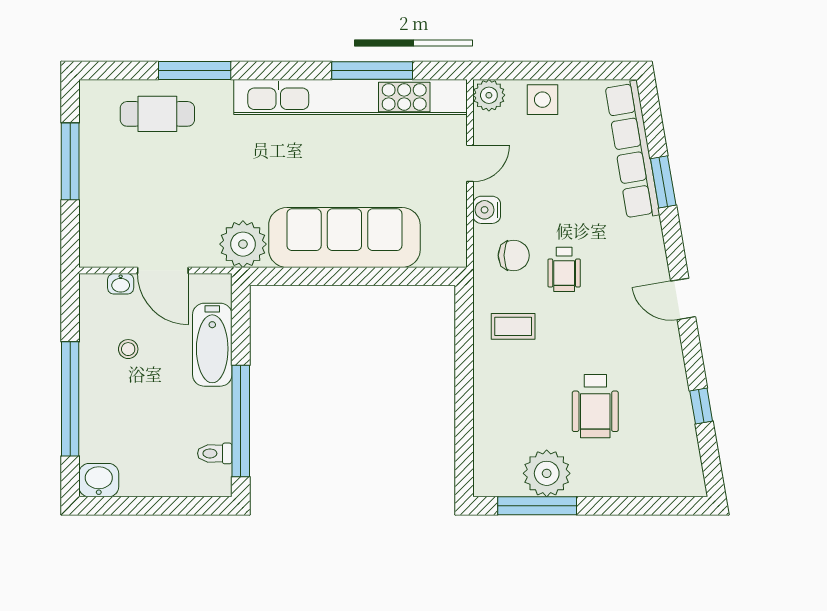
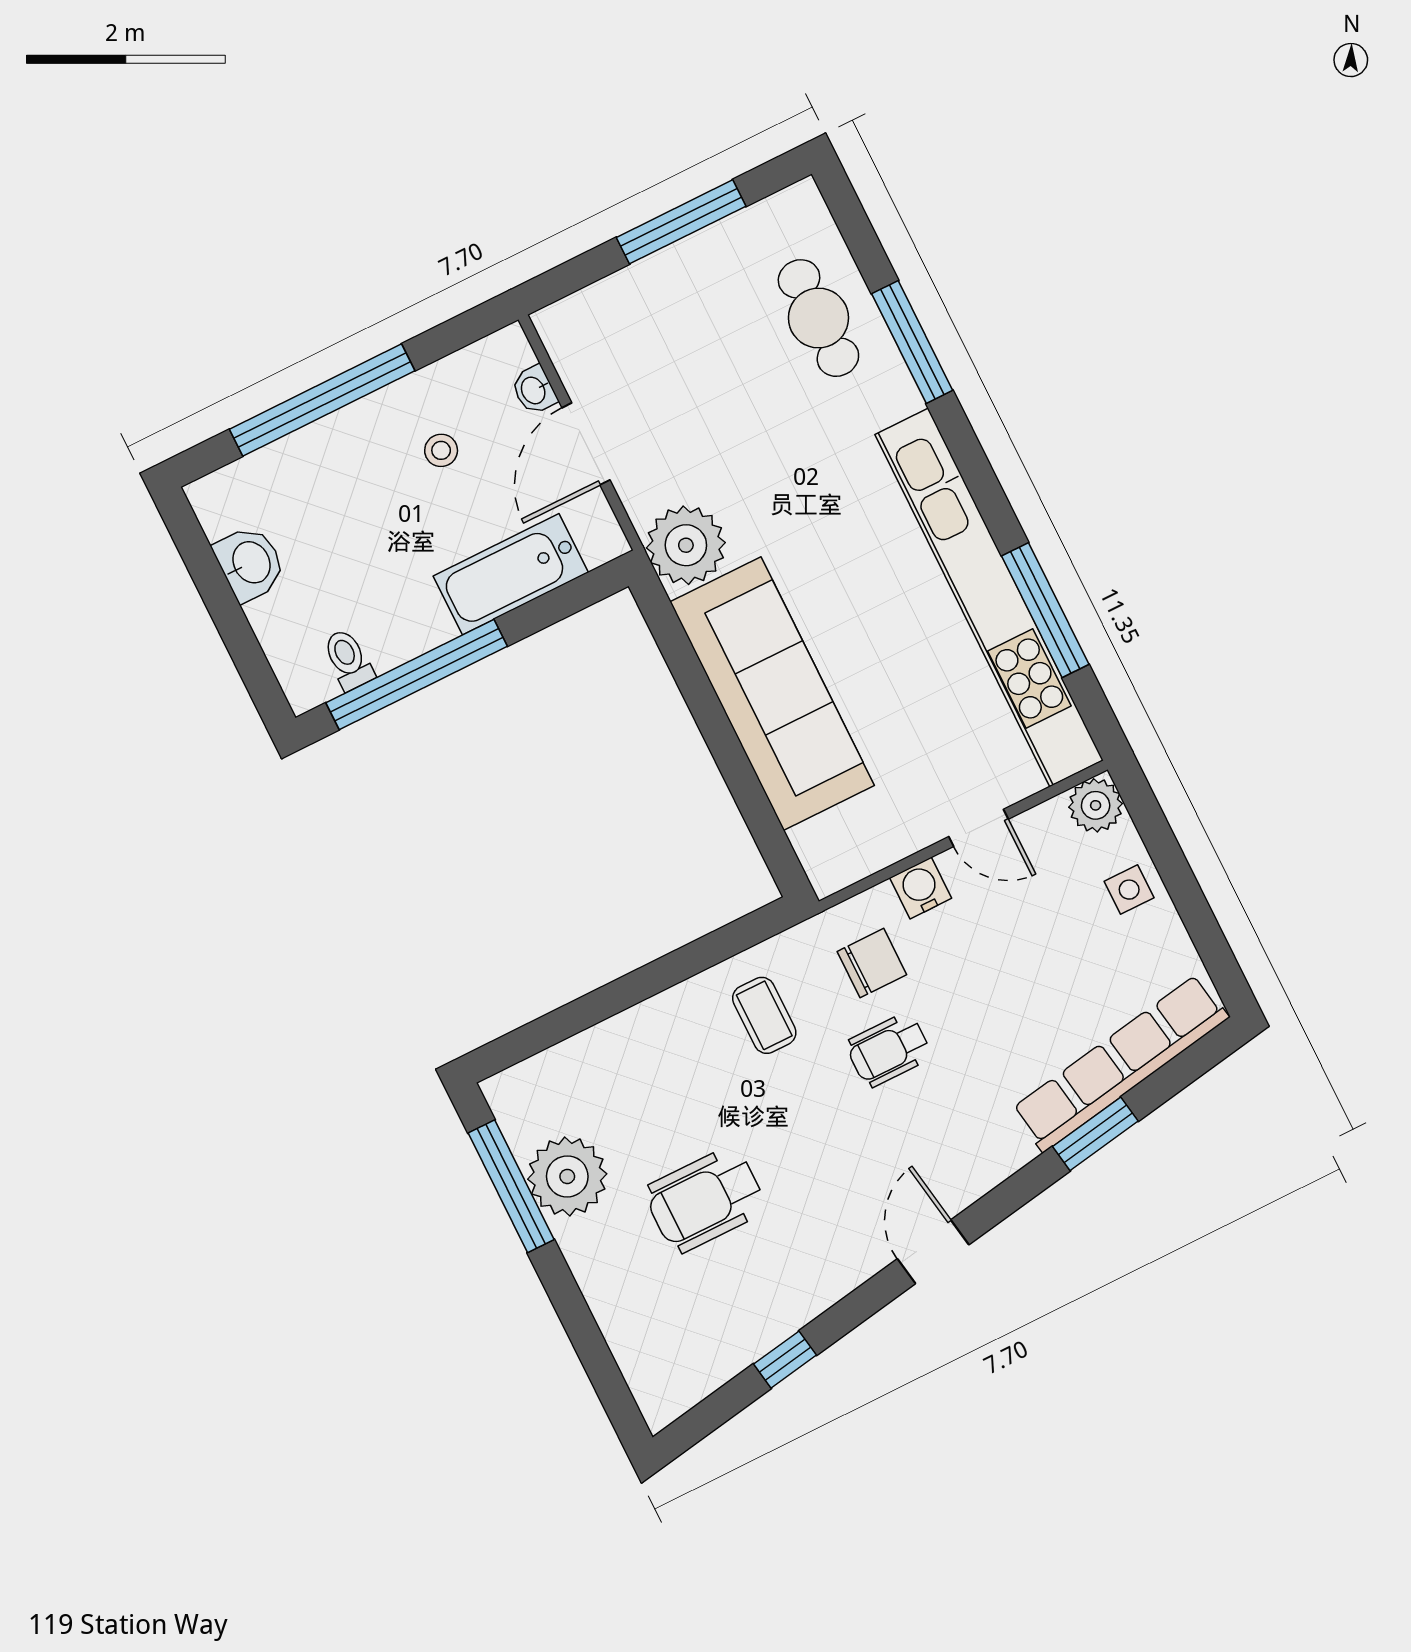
side table: (542, 100) -> (1129, 890), width x0.73, depth x0.73
chair: (514, 255) -> (872, 963), turned -90
washbasin: (99, 480) -> (250, 563), moved

